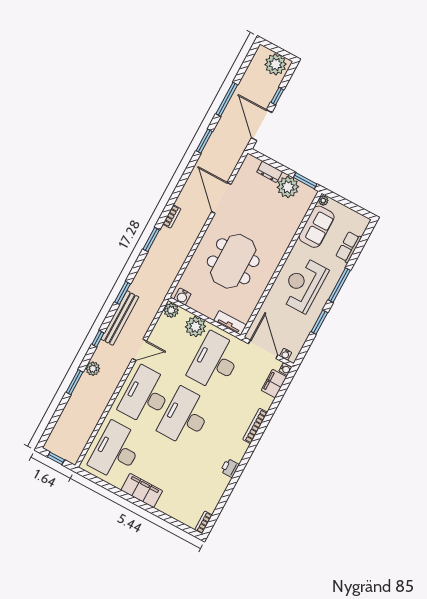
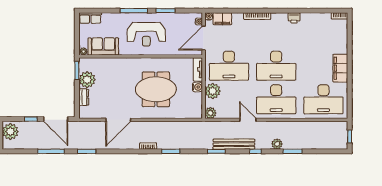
door: (262, 125) -> (56, 119), hinge flipped
row of seats: (349, 247) -> (90, 18), moved
water cooler: (182, 297) -> (197, 87), moved

